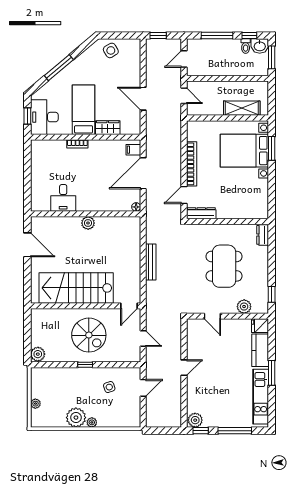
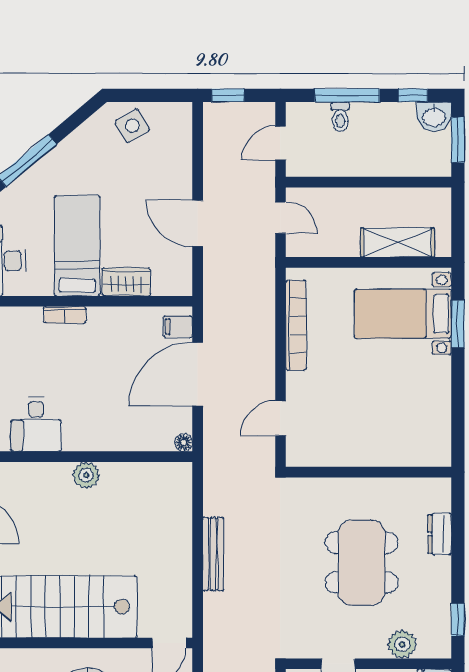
toilet: (246, 46) -> (340, 117), moved
bed with nightstands: (244, 151) -> (403, 314), width x0.73
bookcase: (192, 164) -> (296, 325), moved
dresser: (201, 213) -> (315, 455), removed
dresser: (263, 235) -> (440, 534), moved

